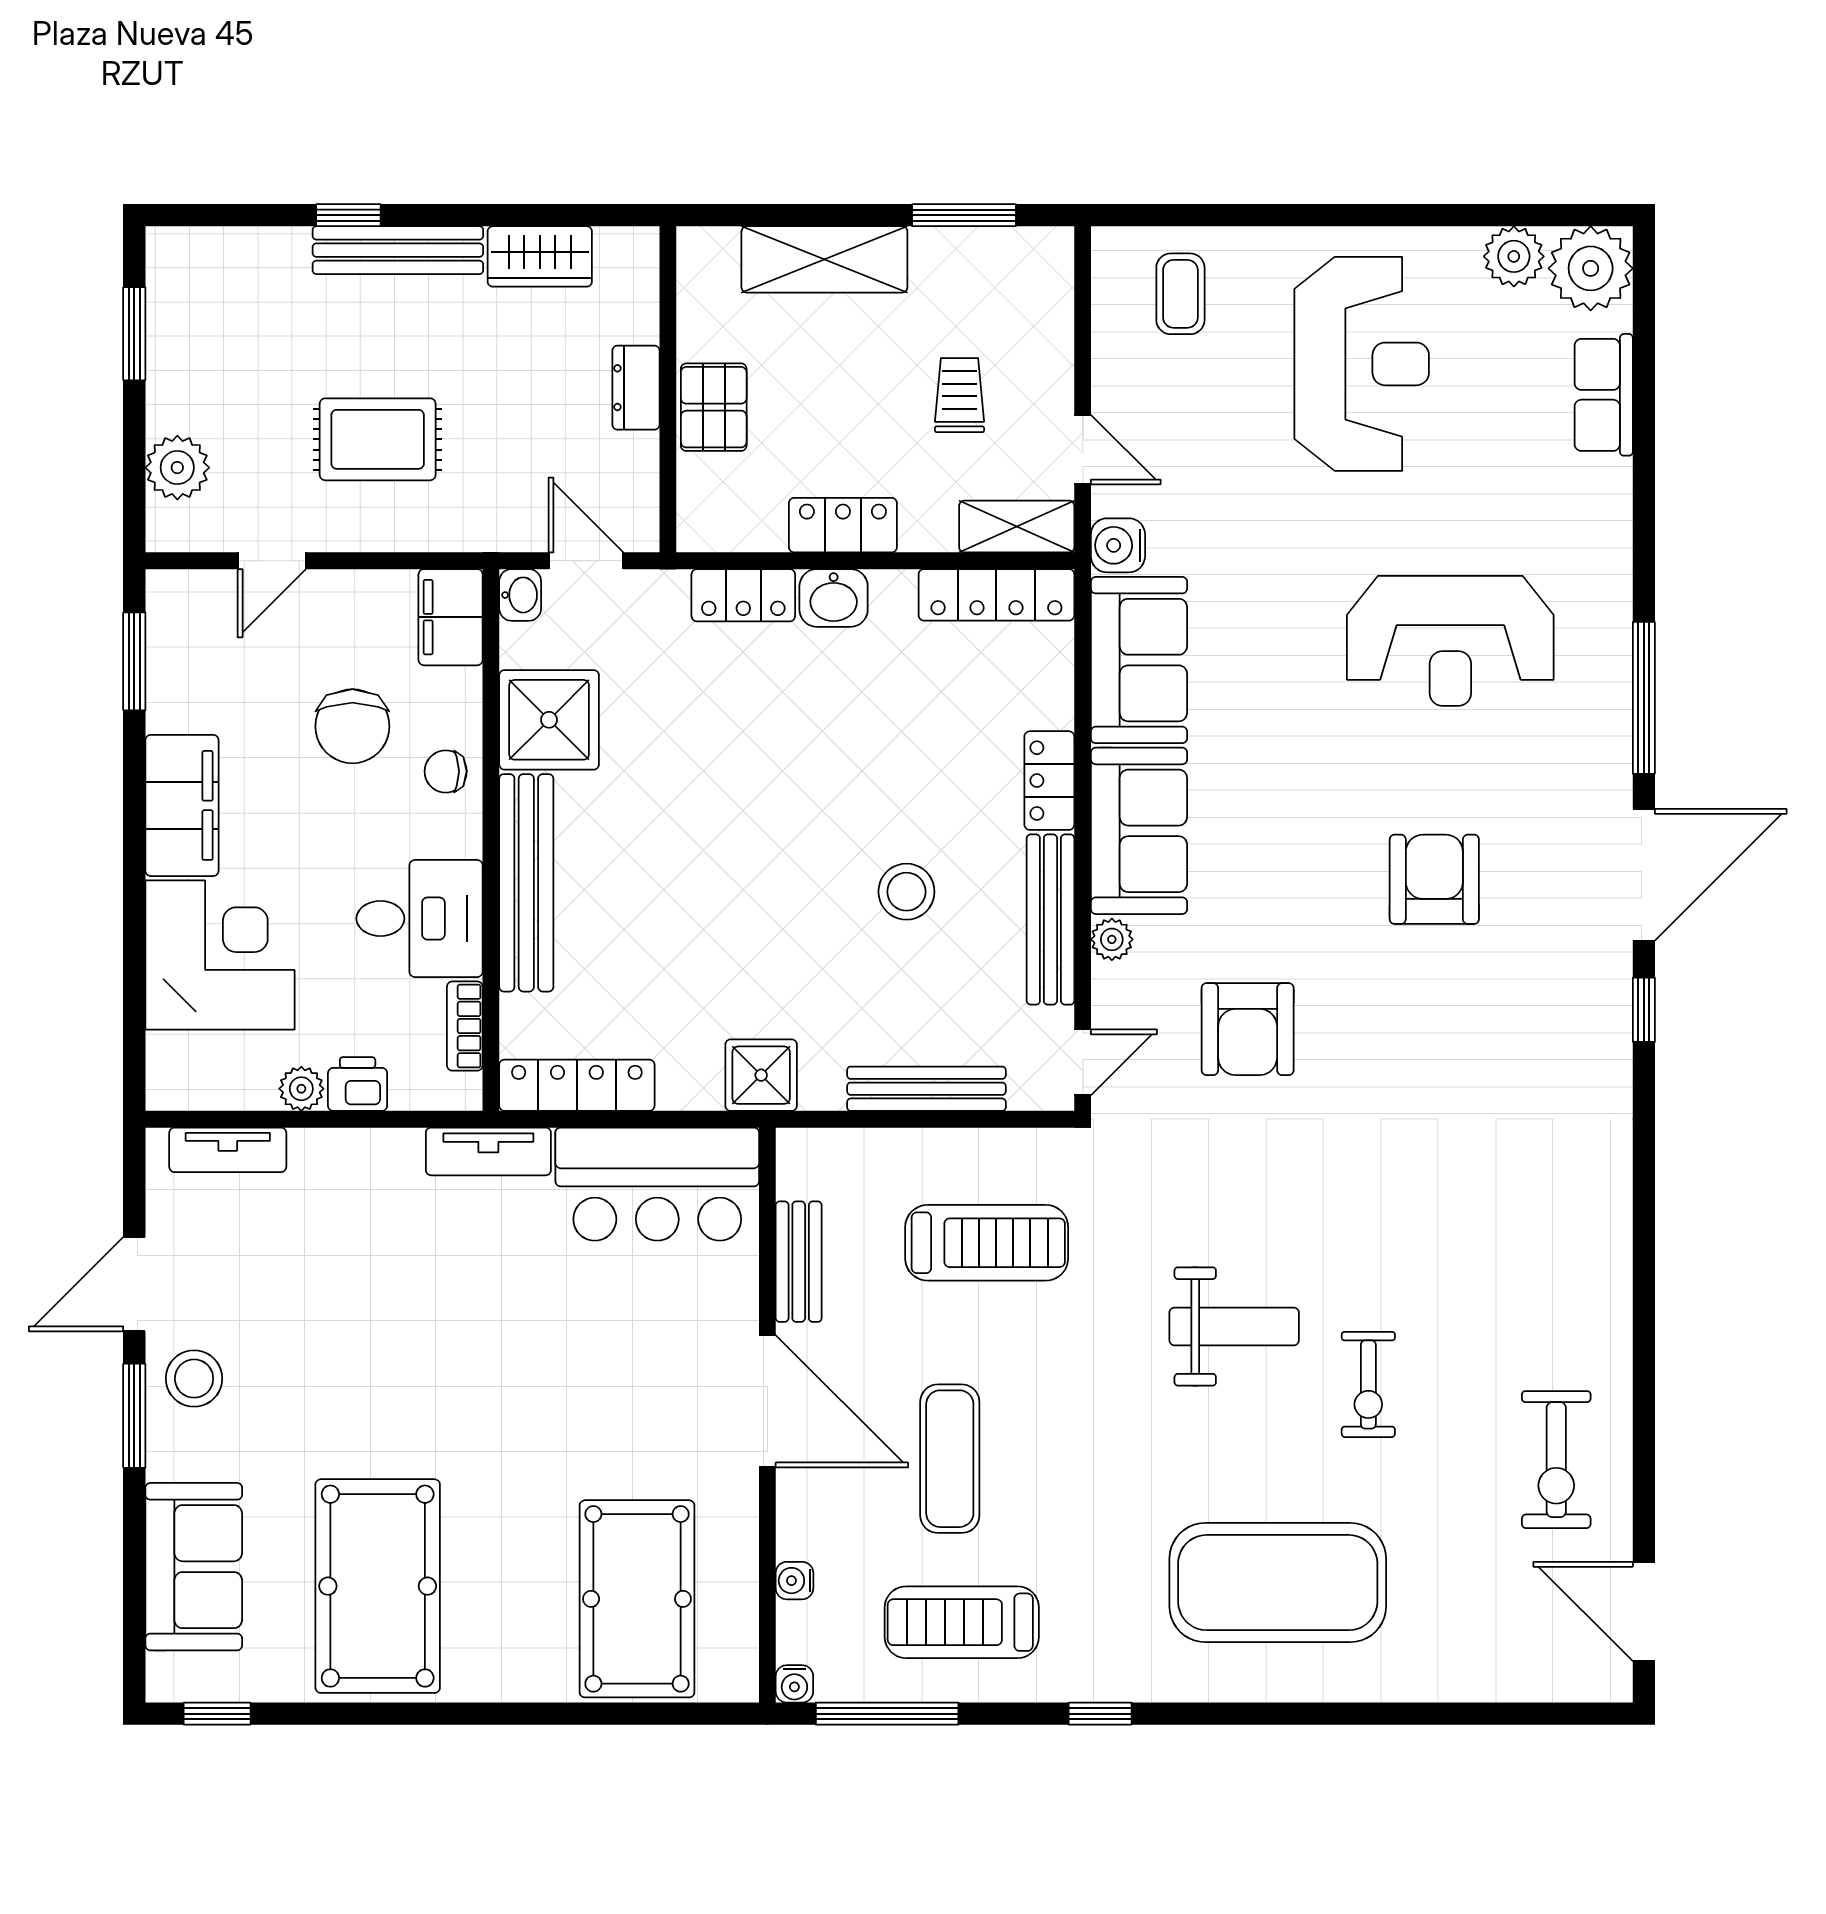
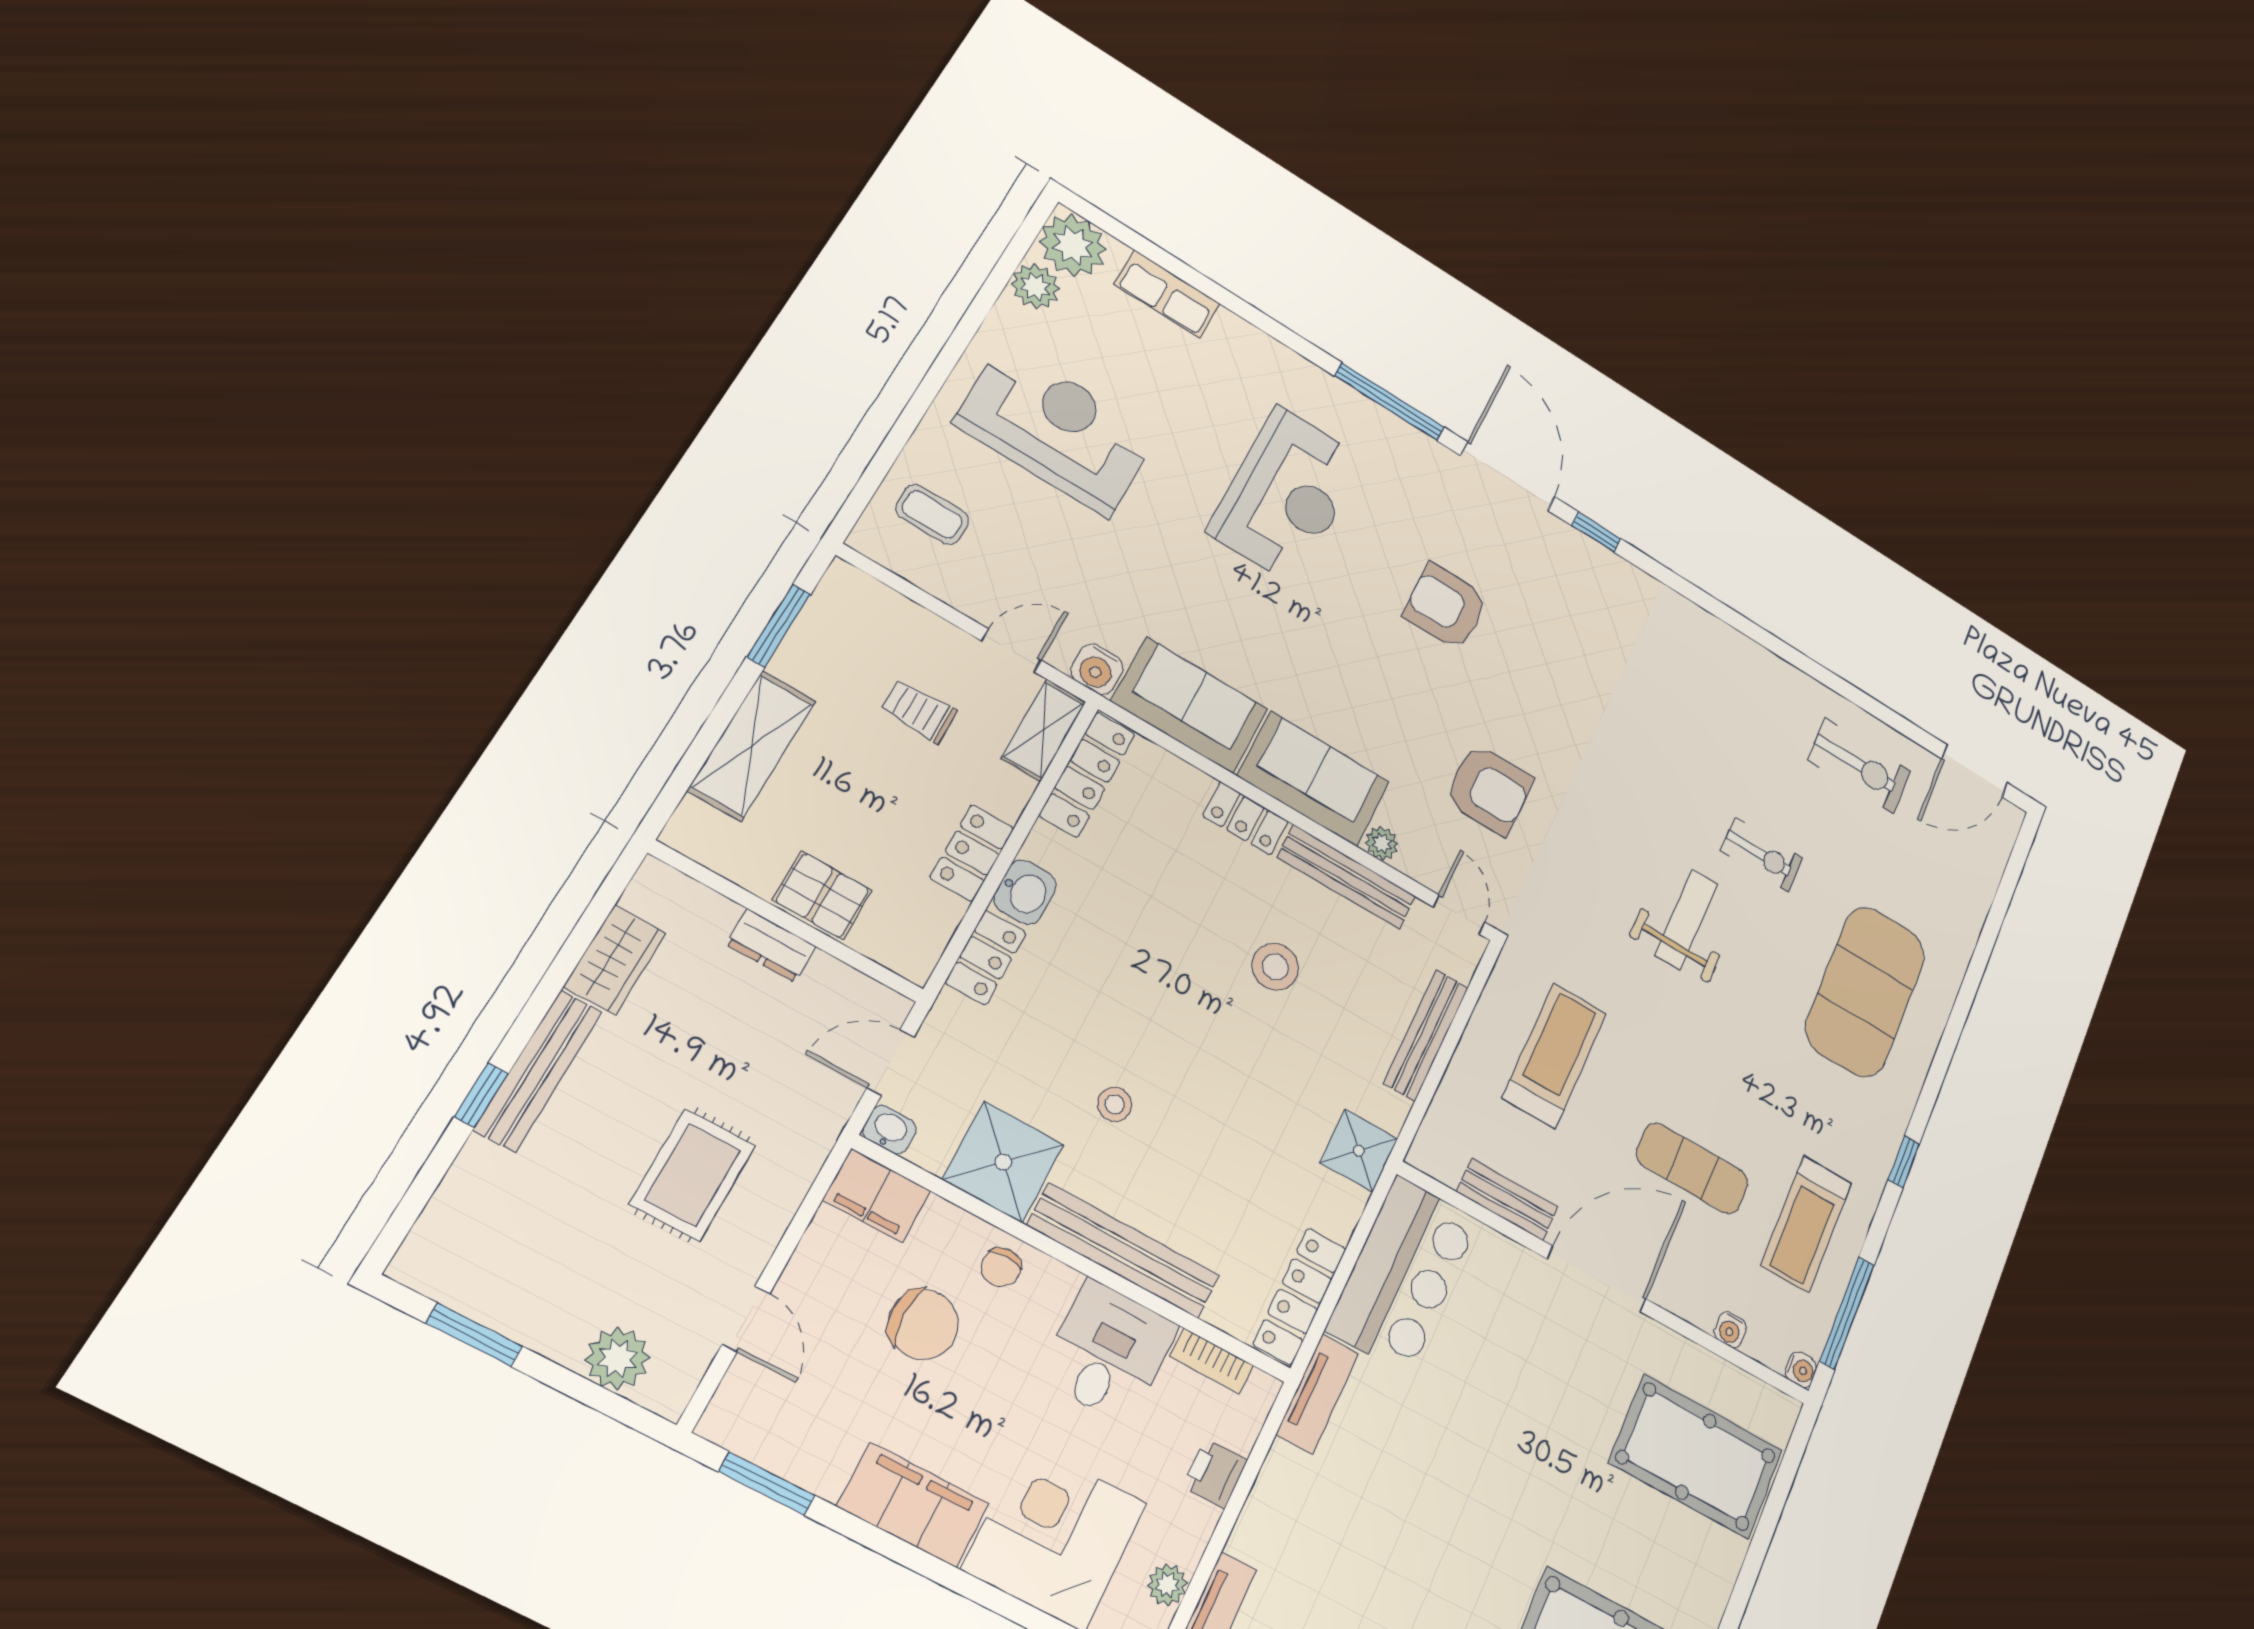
stool: (667, 799) -> (1115, 1104), added
plant: (301, 1089) -> (1167, 1585), moved

